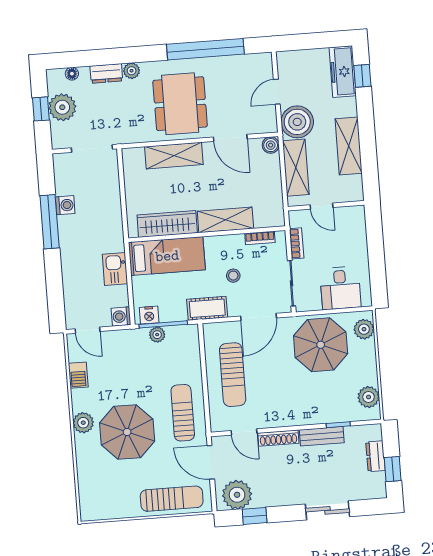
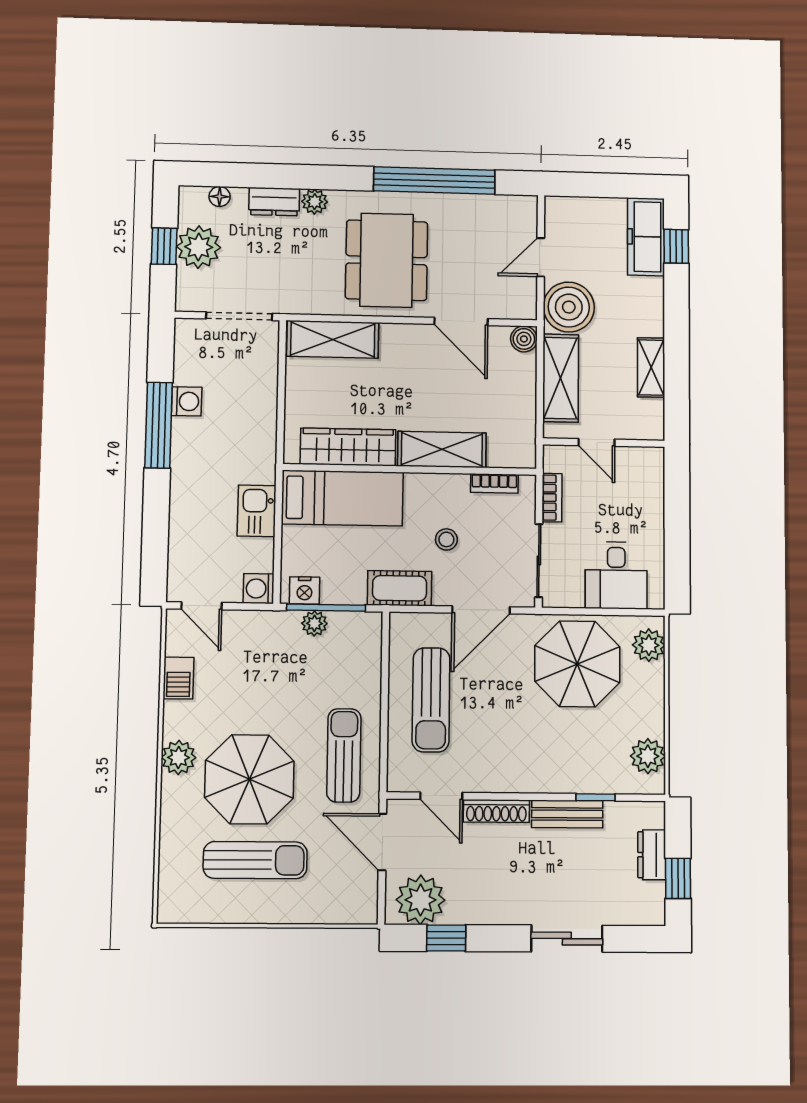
shelving: (349, 146) -> (651, 367), width x0.67, depth x0.75
shelving: (174, 156) -> (333, 339), moved
sun lounger: (172, 499) -> (255, 860), moved

